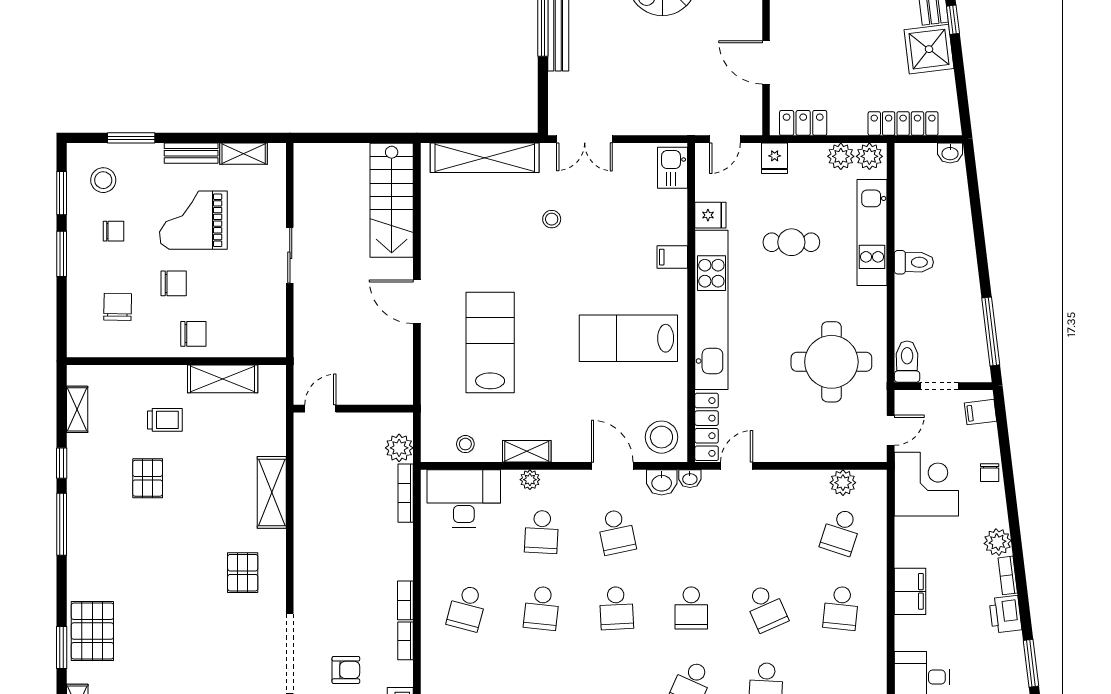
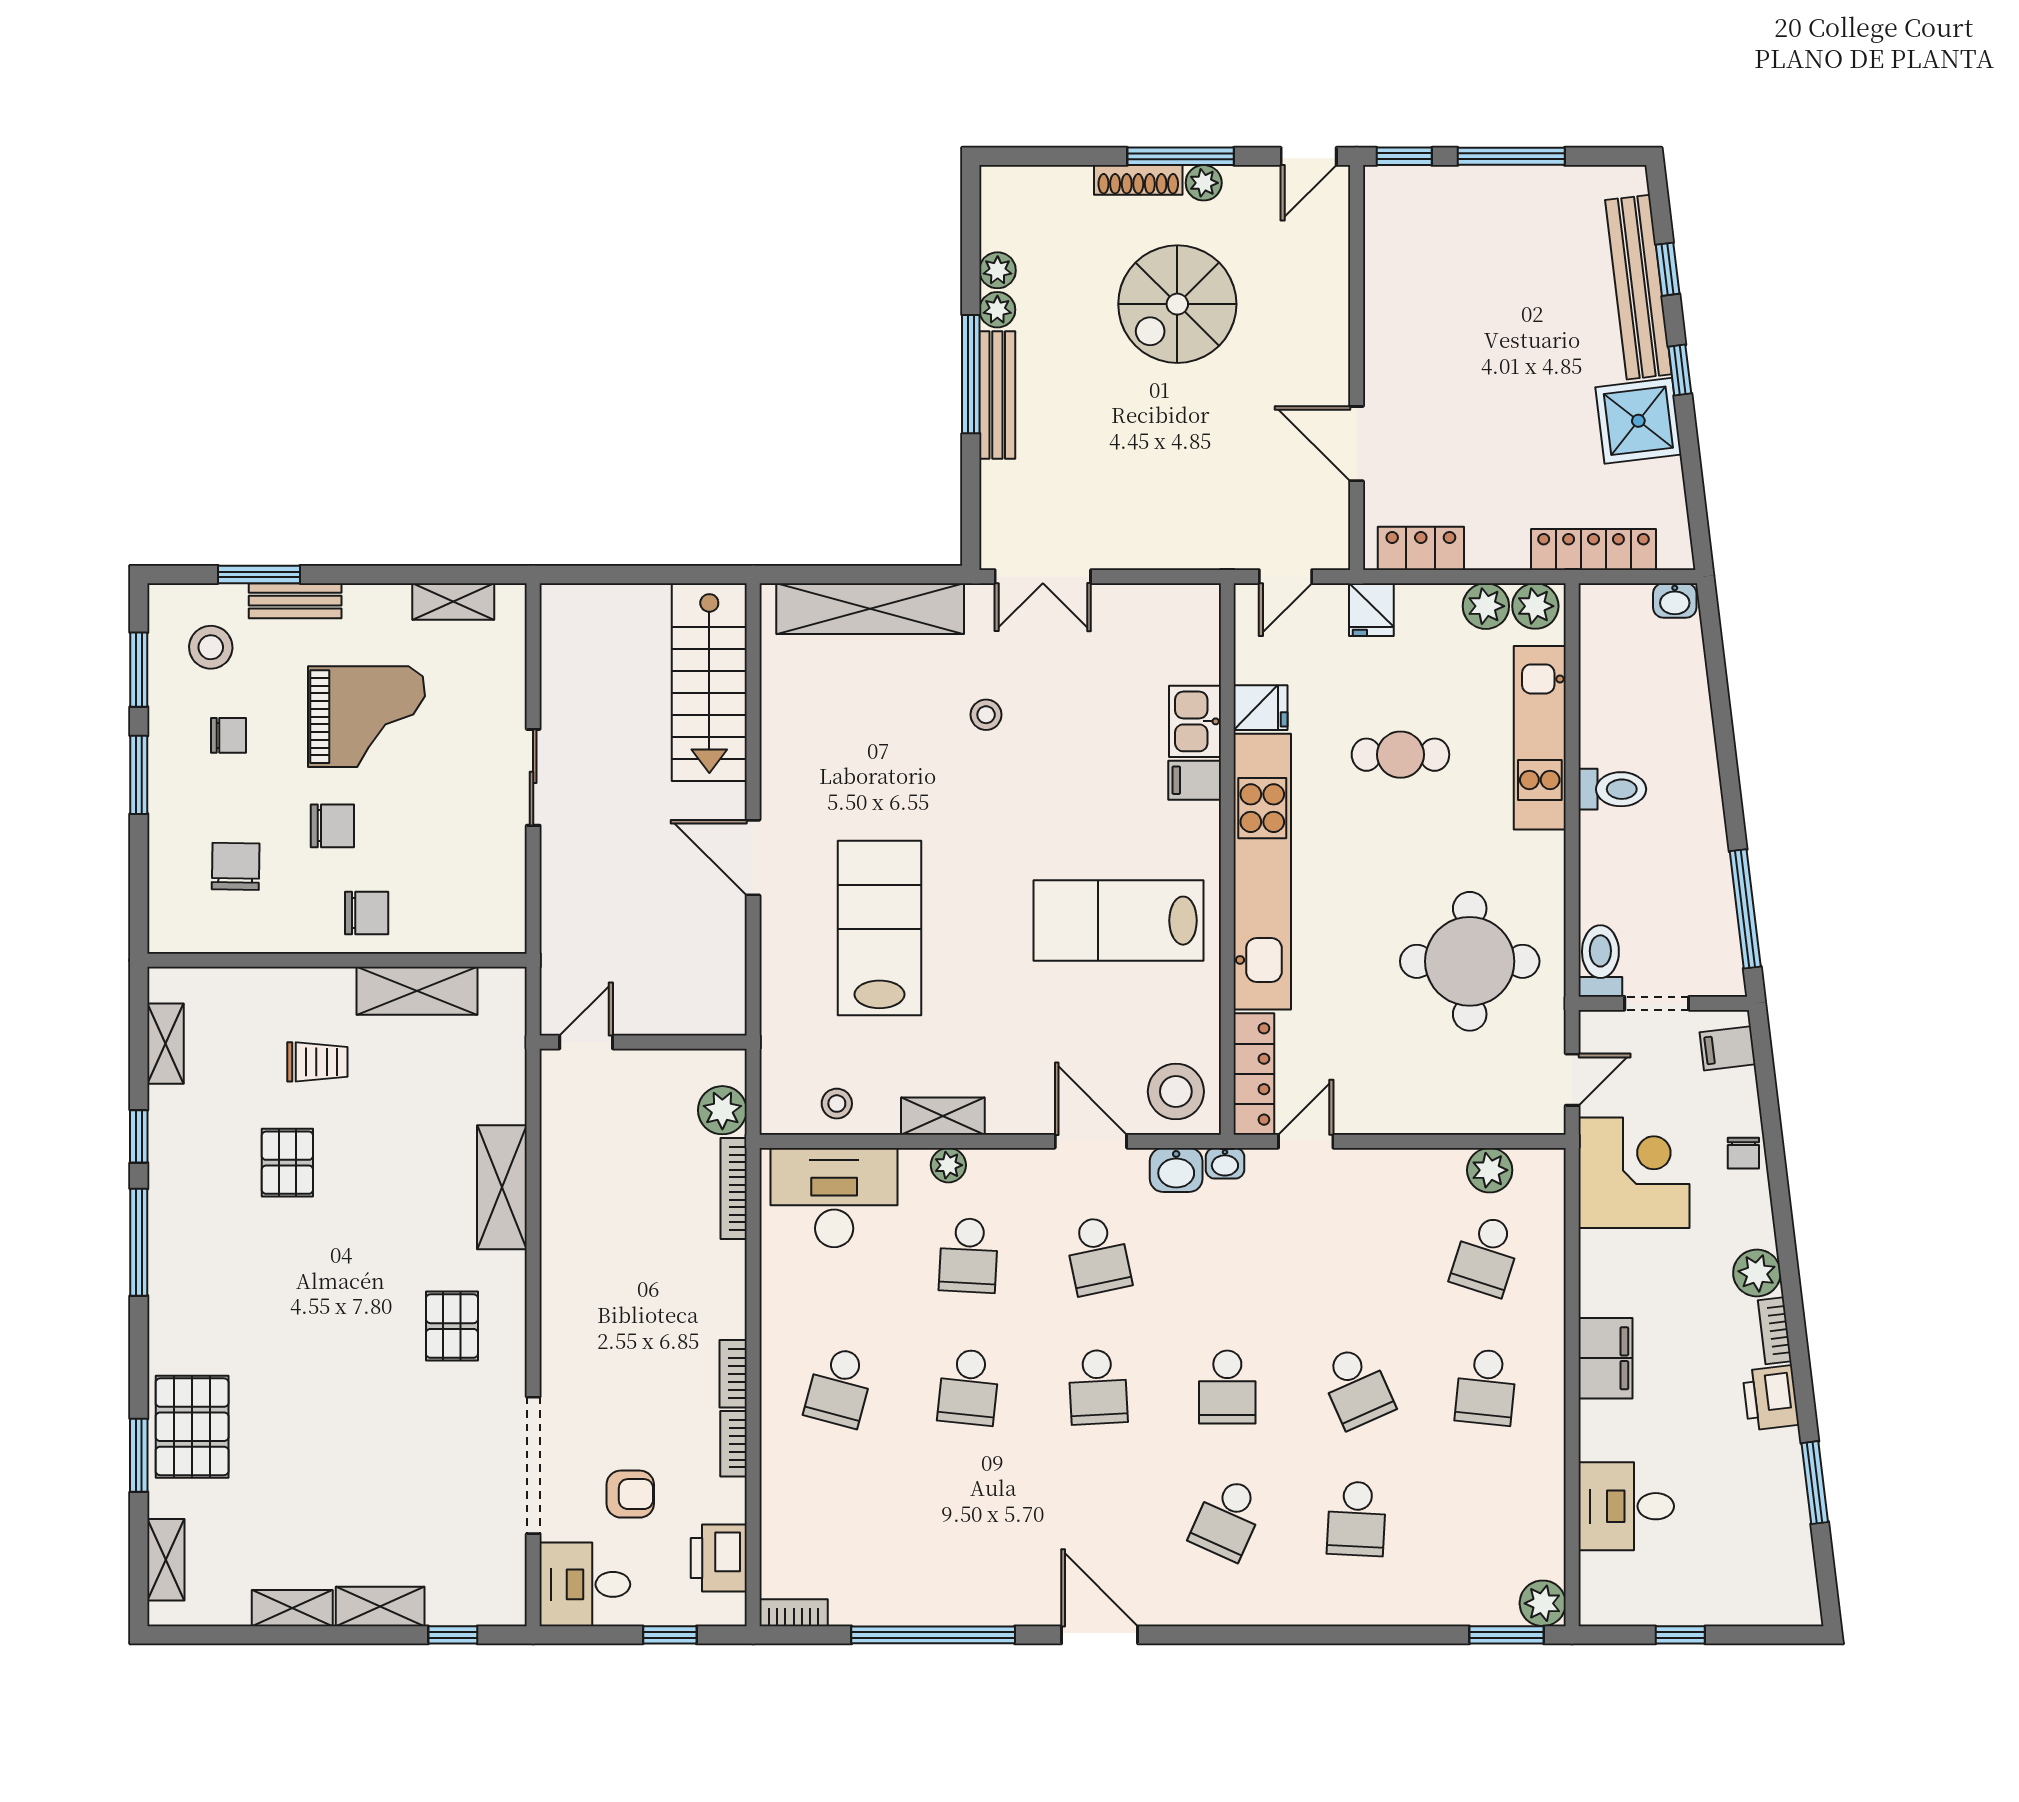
bench: (191, 153) -> (295, 601), moved
kitchen sink: (672, 168) -> (1195, 721), moved
grand piano: (193, 220) -> (366, 717), turned 180

